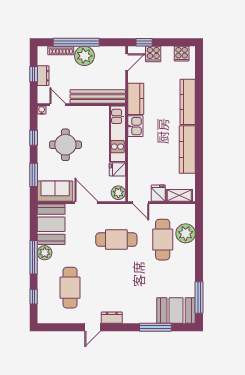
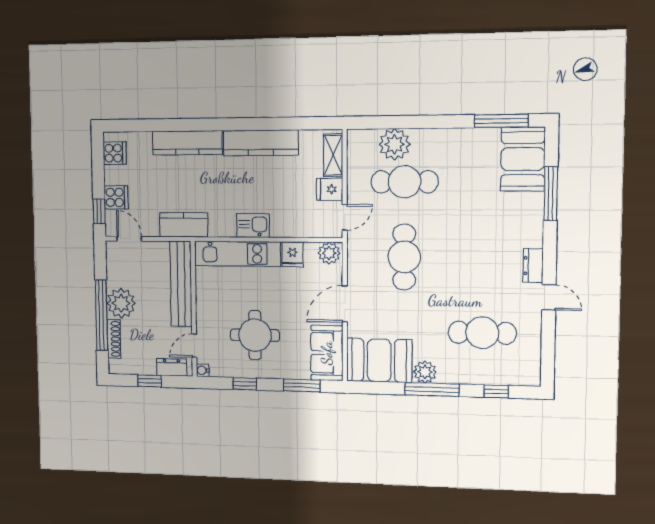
dresser: (43, 76) -> (172, 367), moved
kitchen sink: (135, 126) -> (253, 226), moved

